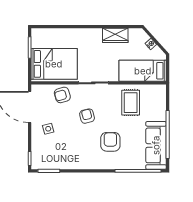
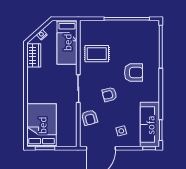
wardrobe: (115, 35) -> (34, 55), moved
bed: (54, 64) -> (42, 125), moved
armchair: (110, 142) -> (134, 73), turned 180
sofa: (156, 145) -> (150, 125), moved, turned 90

